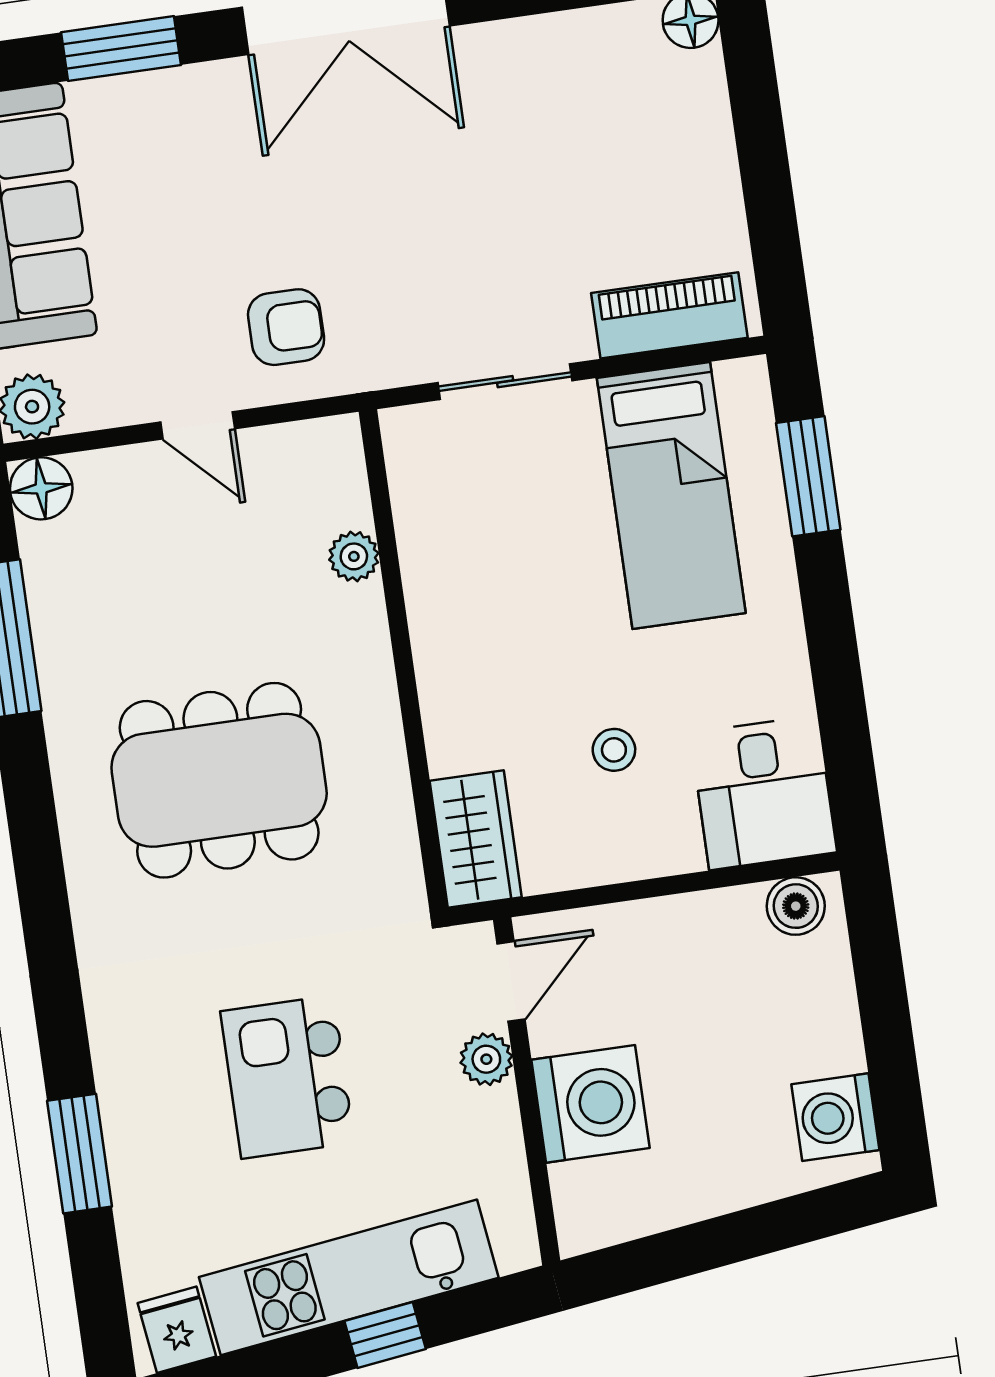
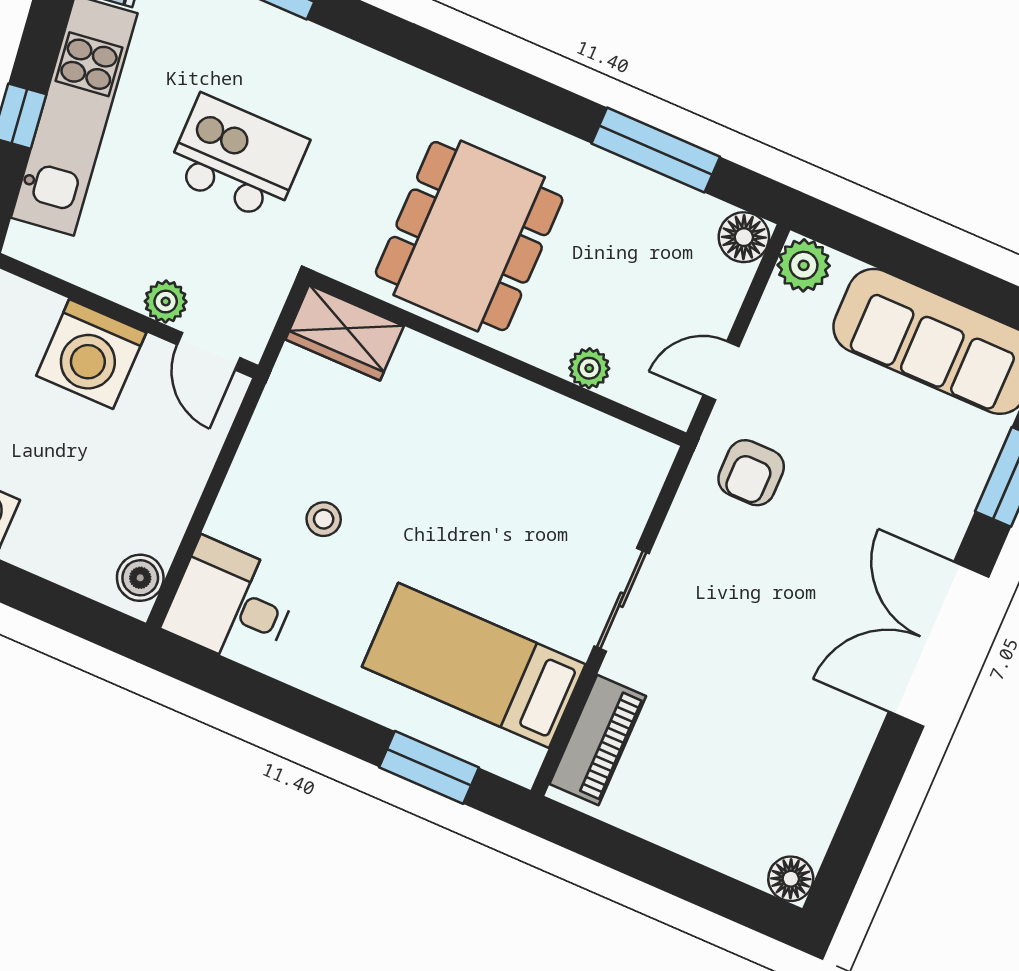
plant: (354, 556) -> (589, 368), moved
wall: (403, 660) -> (498, 359), moved
wardrobe: (476, 839) -> (345, 333), moved

